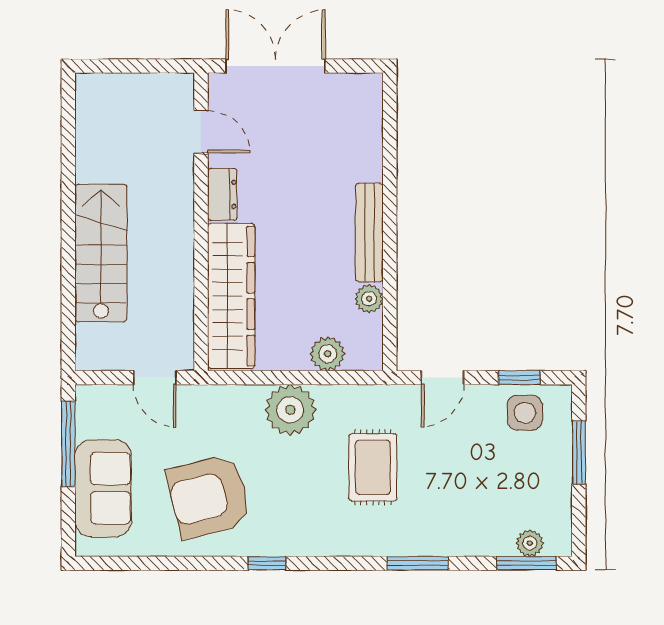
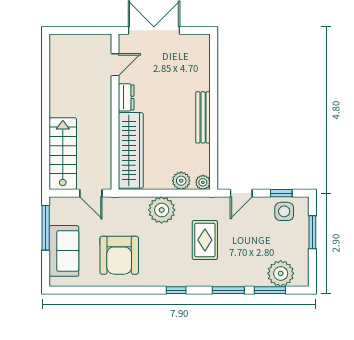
door: (201, 132) -> (115, 65), hinge flipped
stairs: (101, 253) -> (63, 154), moved
plant: (369, 299) -> (203, 182), moved
armchair: (209, 496) -> (119, 255), turned -76
plant: (530, 543) -> (281, 273), width x1.88, depth x1.88
window: (267, 563) -> (176, 290), moved
window: (527, 563) -> (270, 290), moved

